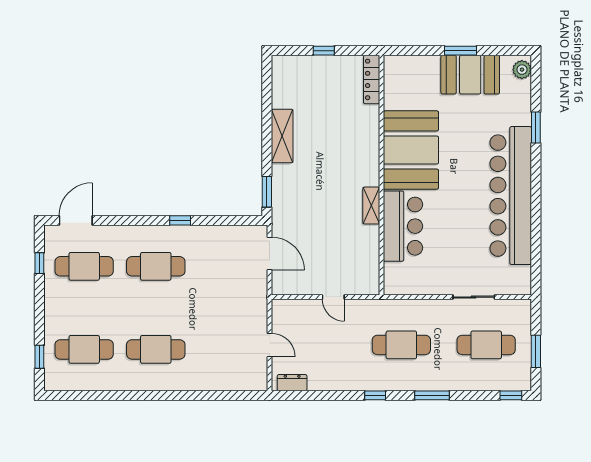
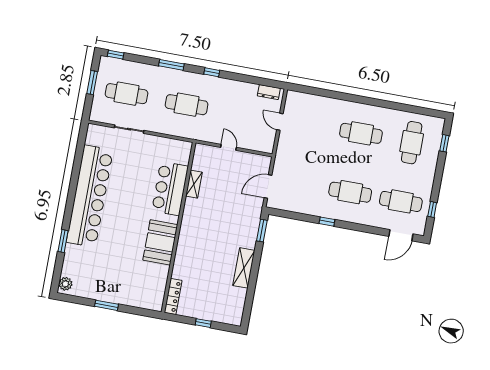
booth: (470, 75) -> (103, 287), removed
booth: (411, 150) -> (160, 242), width x0.73, depth x0.70
shelving: (371, 206) -> (194, 184), moved
door: (270, 254) -> (268, 186), hinge flipped
cafe table: (84, 349) -> (412, 143), turned 90

